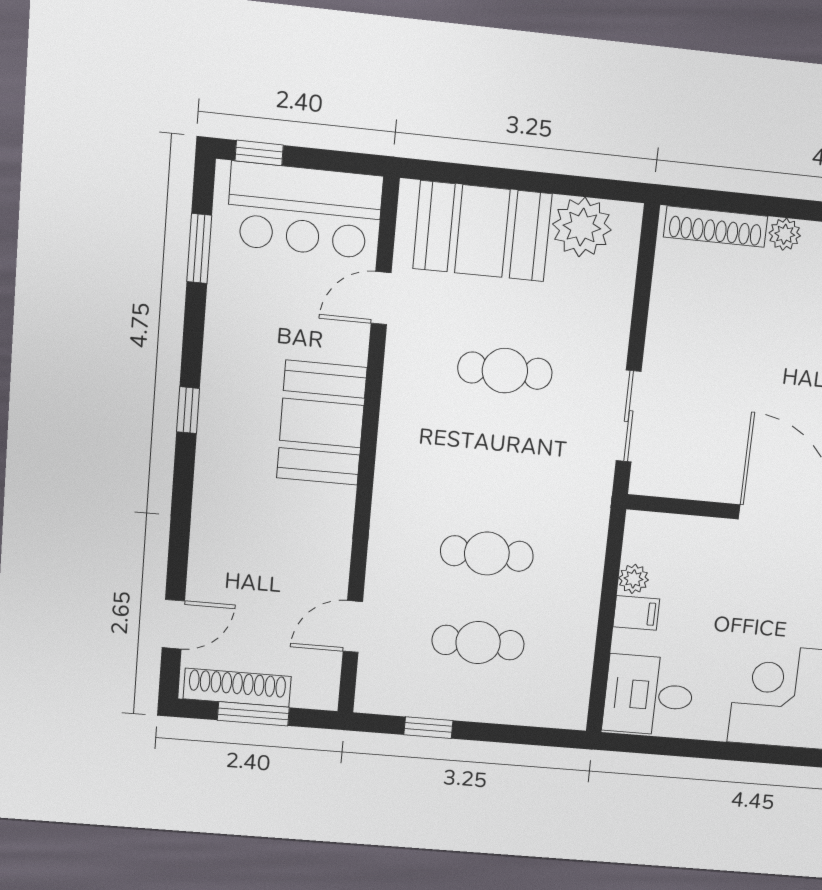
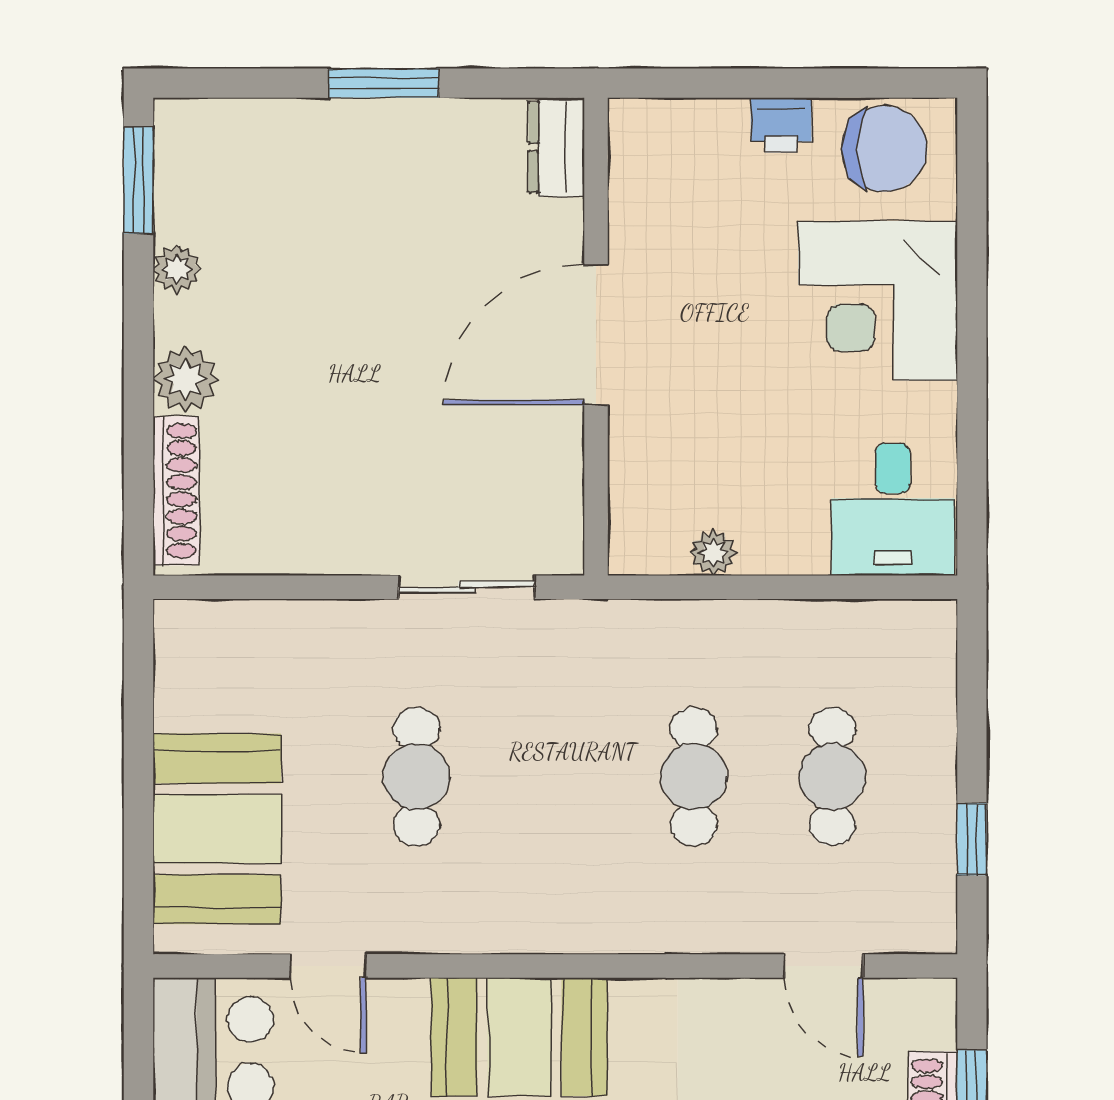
plant: (582, 227) -> (196, 686), removed
plant: (785, 234) -> (186, 379), width x1.38, depth x1.38
filing cabinet: (636, 613) -> (766, 543), removed

